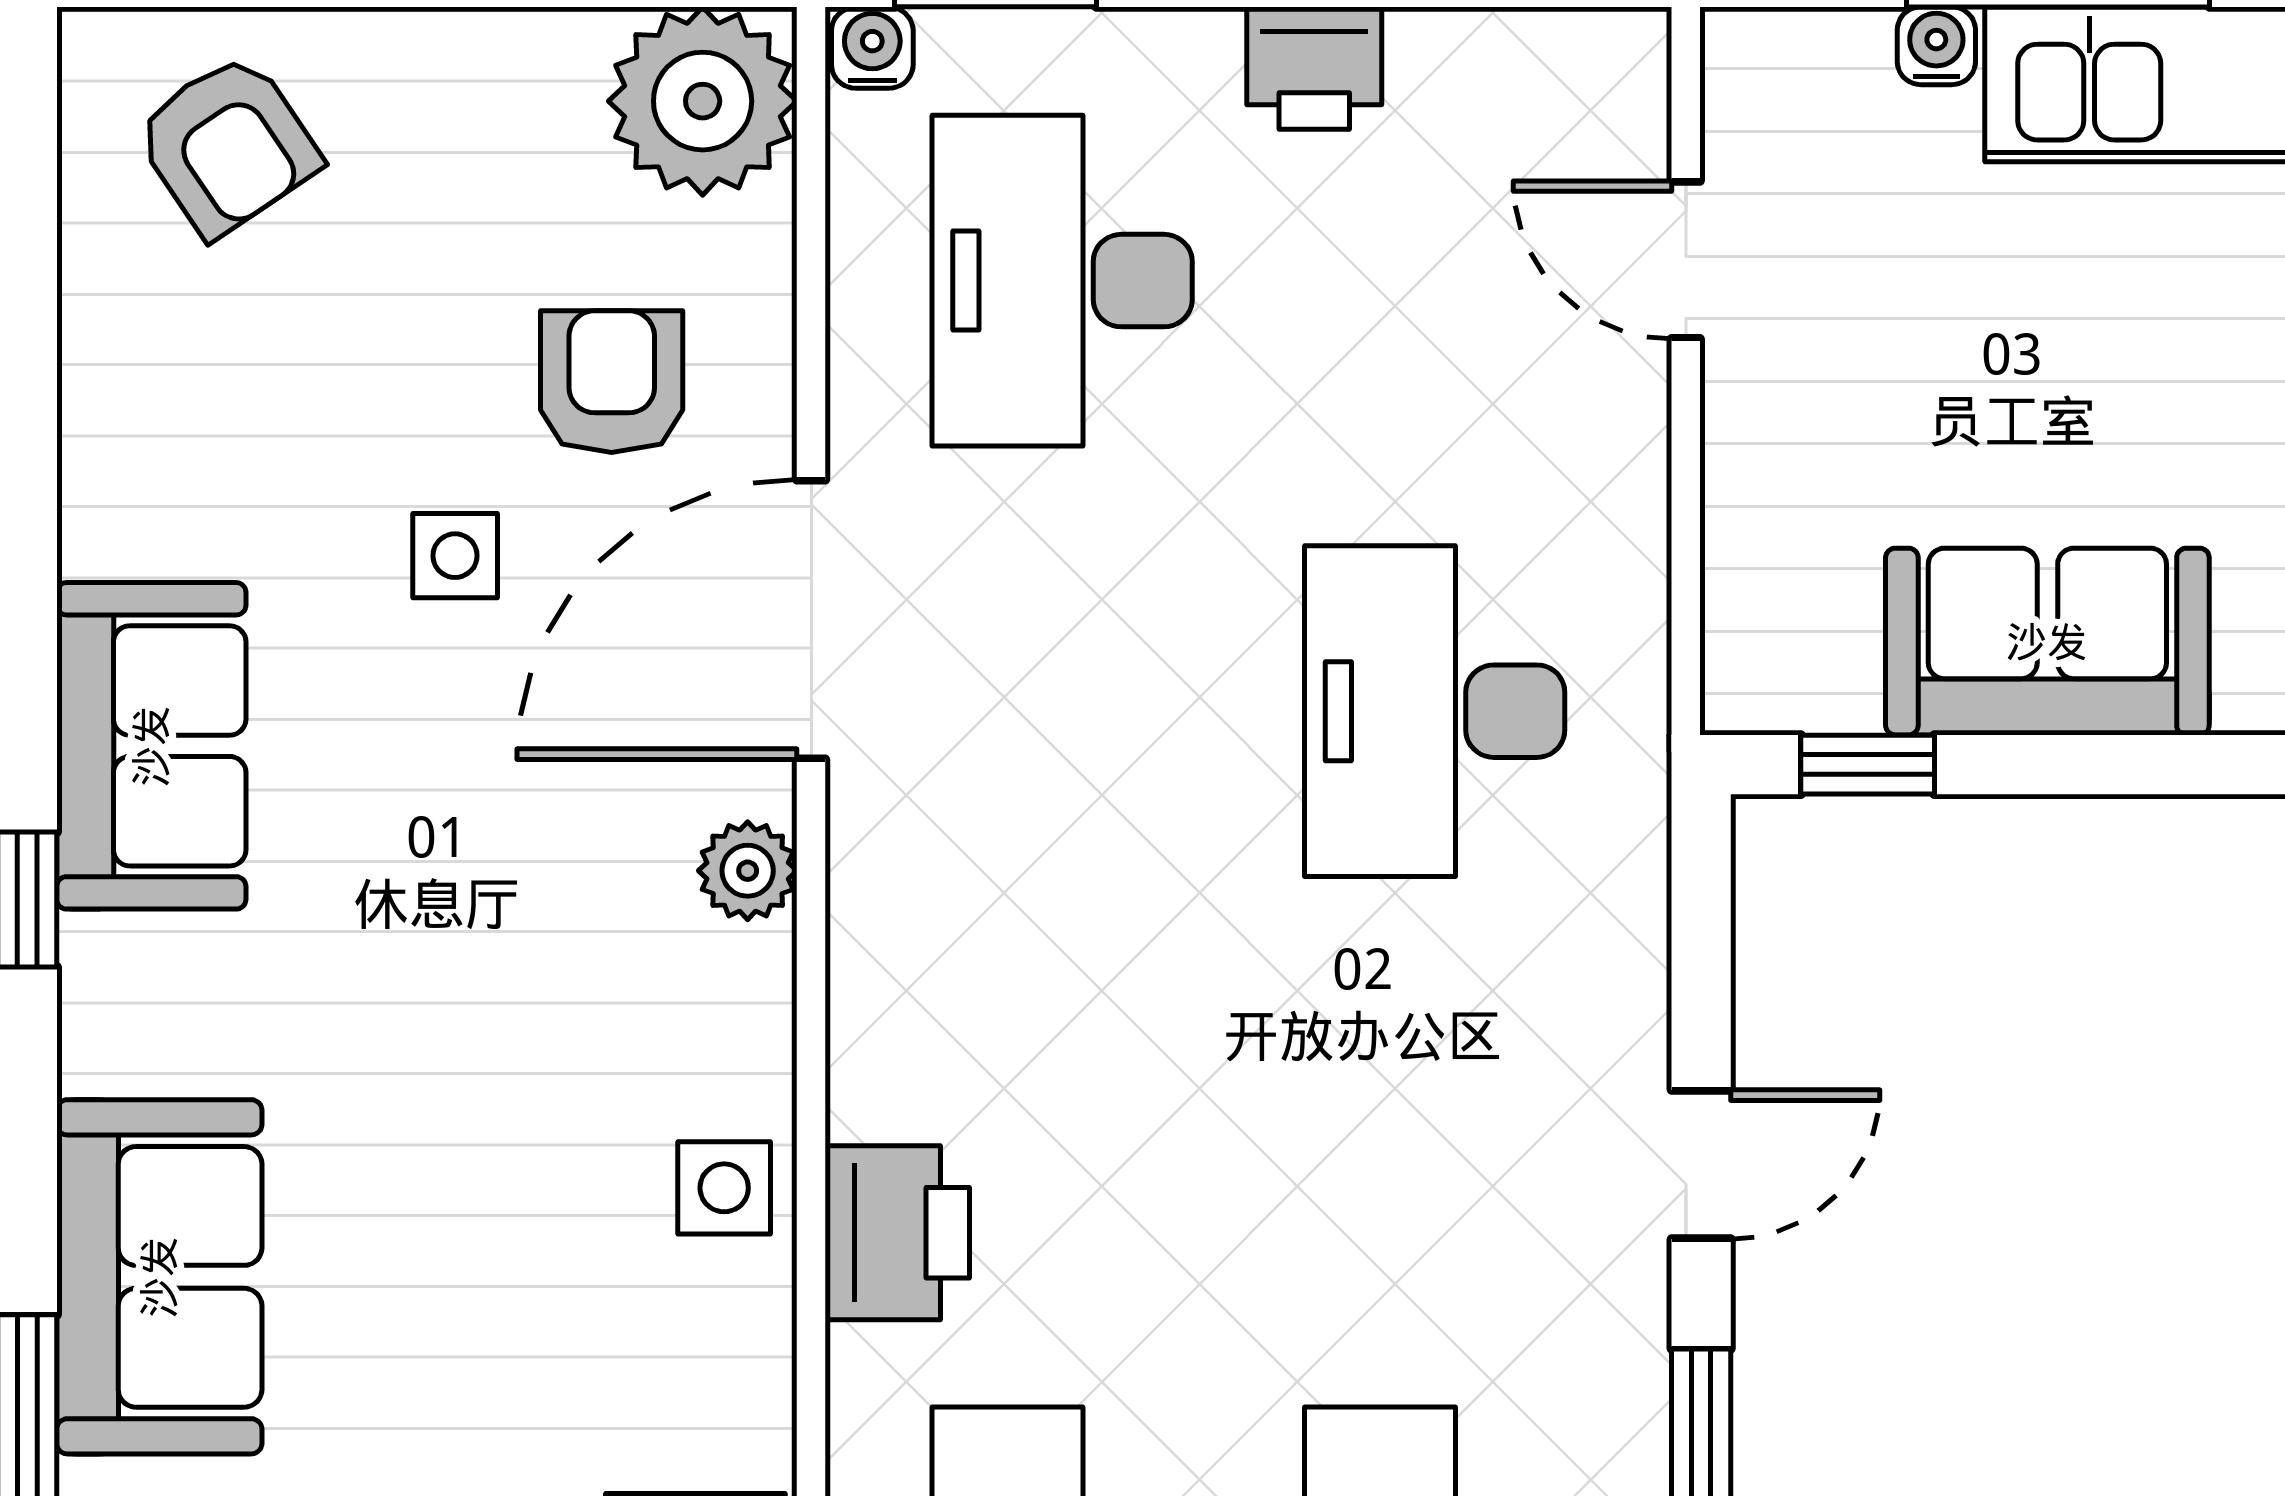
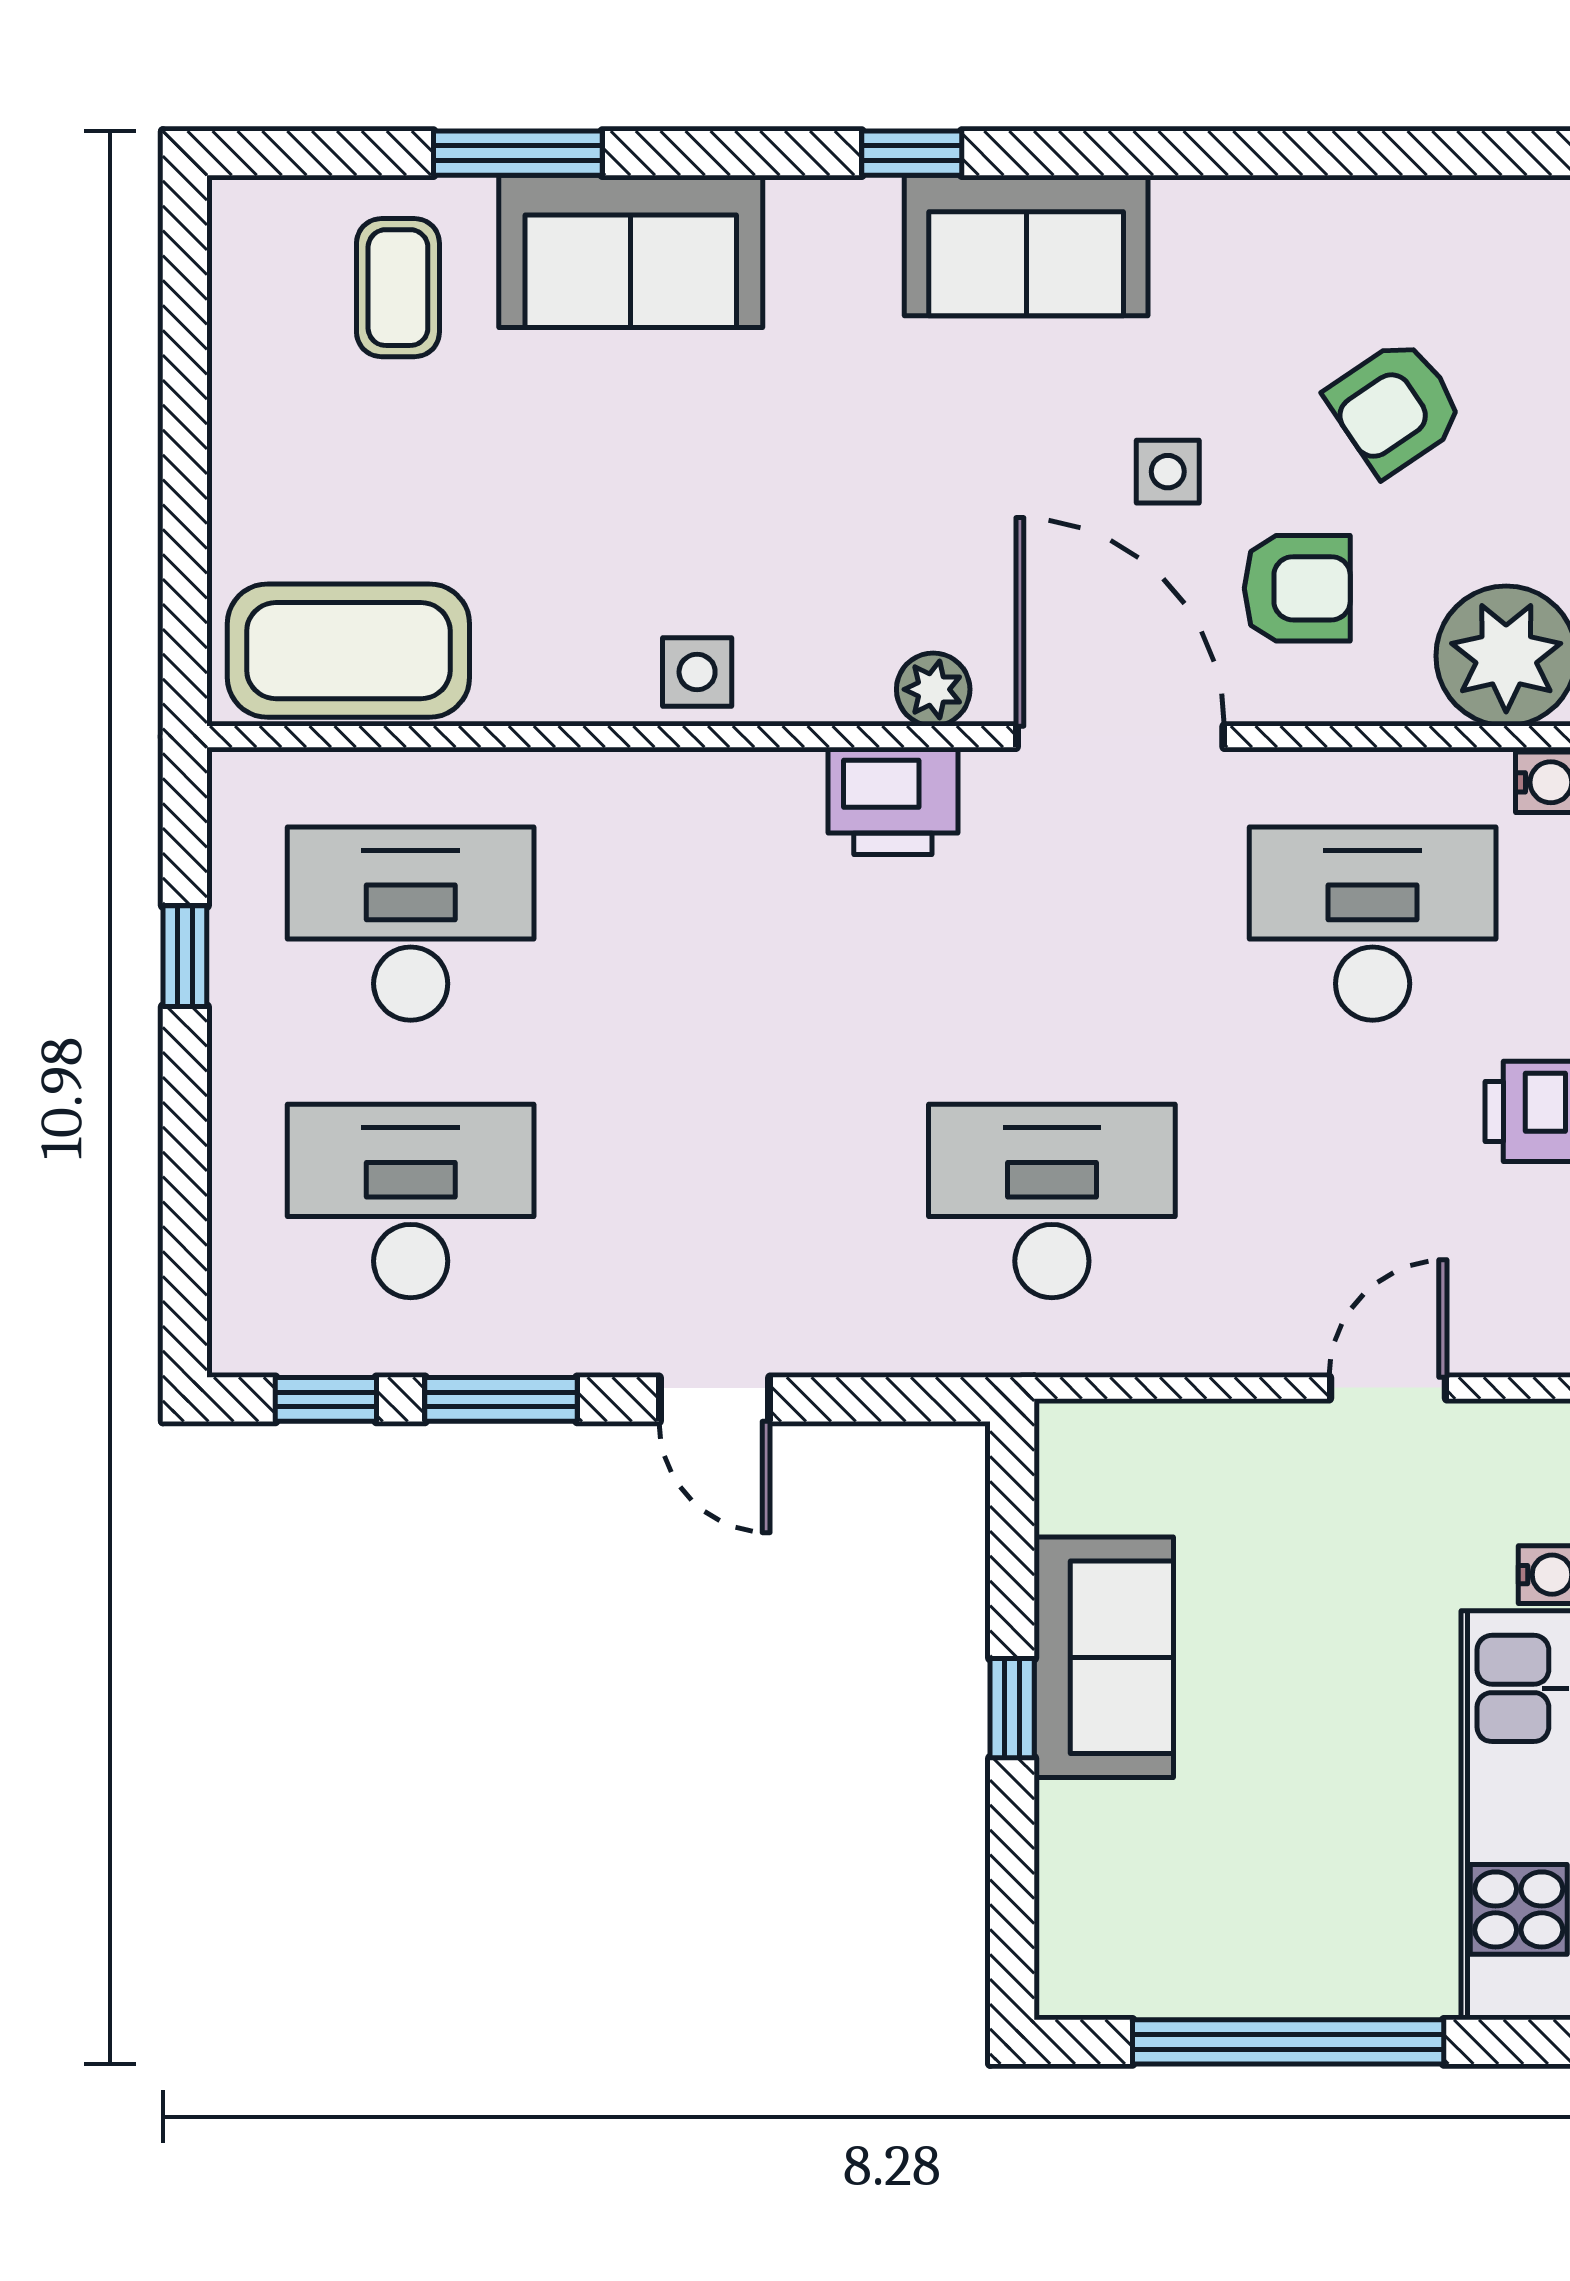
armchair: (227, 145) -> (1395, 407), moved
window: (1868, 765) -> (1012, 1708), moved
printer: (897, 1233) -> (893, 801), moved

